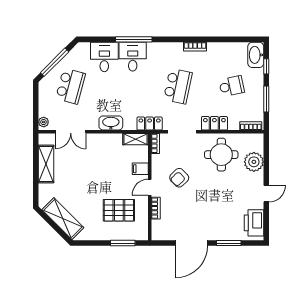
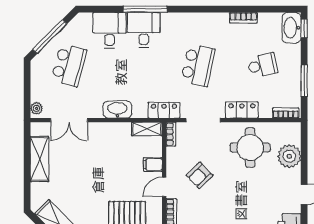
bookcase: (195, 47) -> (243, 18), moved
window: (266, 66) -> (304, 29), moved

